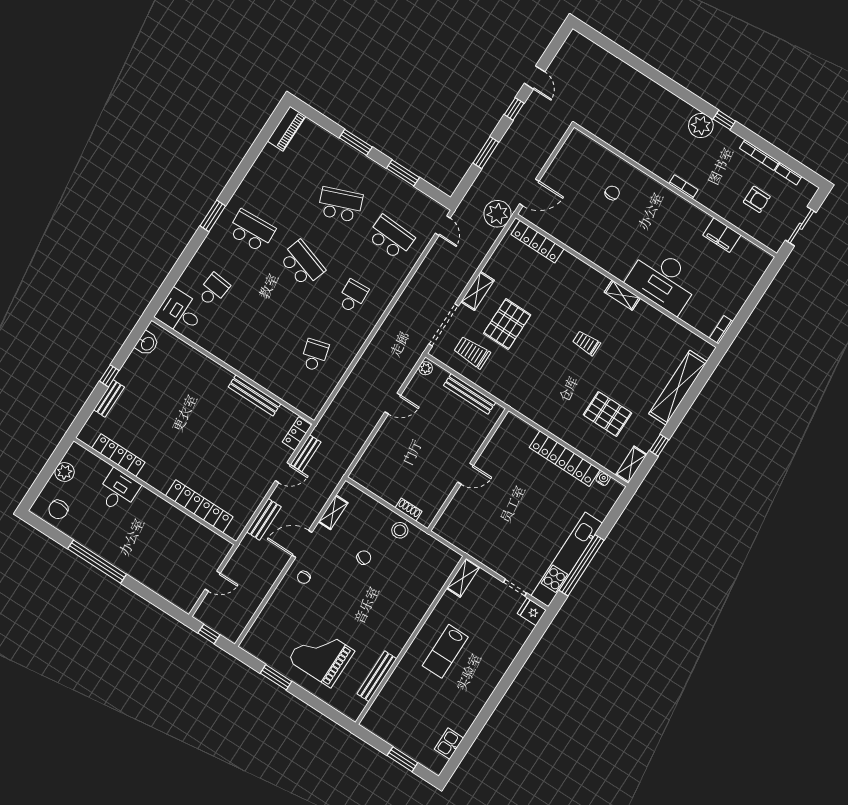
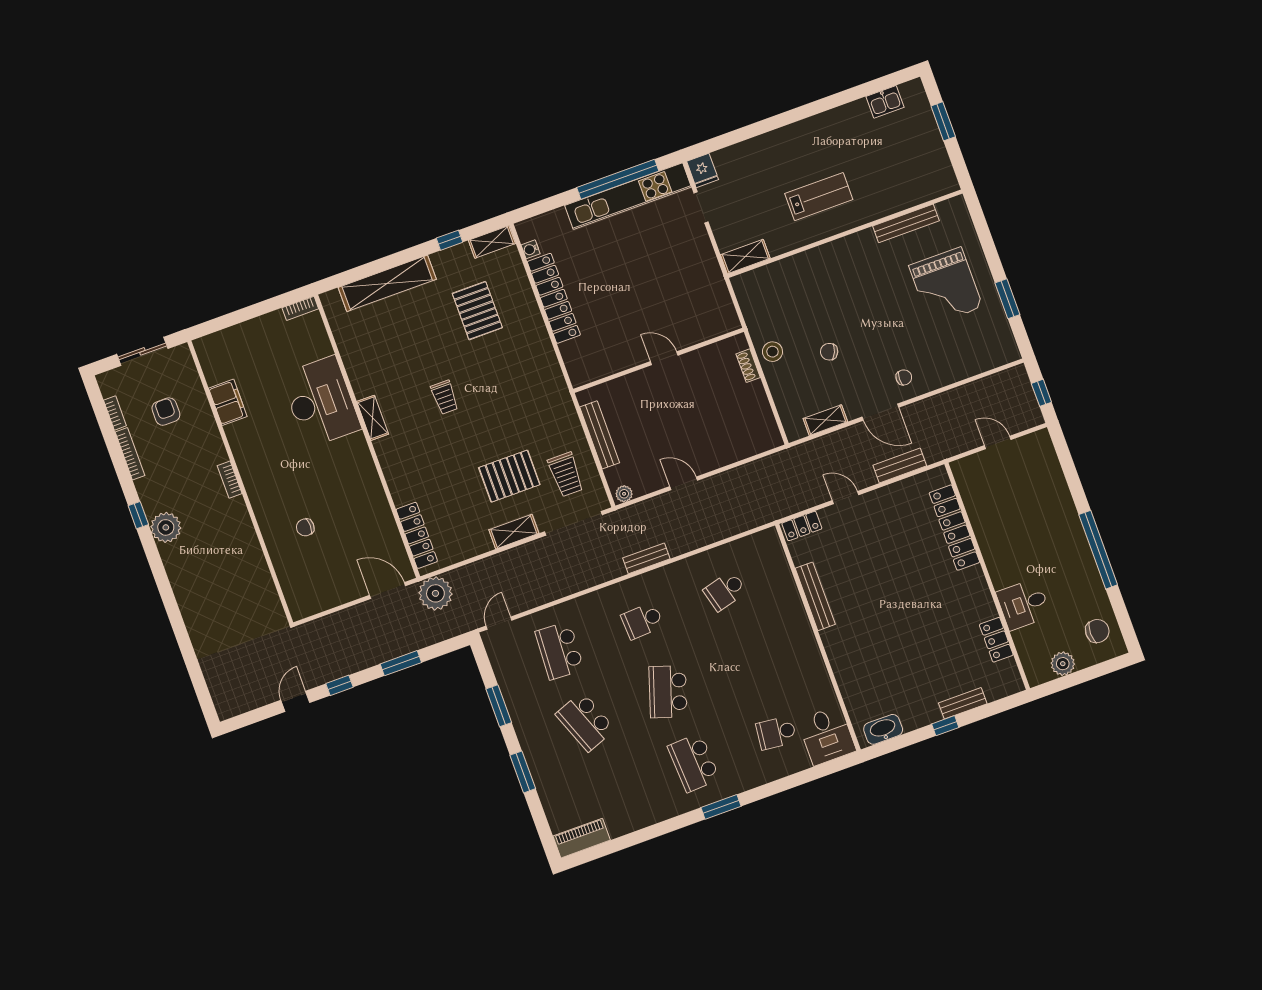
washbasin: (147, 343) -> (883, 729), width x1.38
bench: (306, 453) -> (646, 558), moved
locker: (118, 455) -> (996, 640), width x0.66

